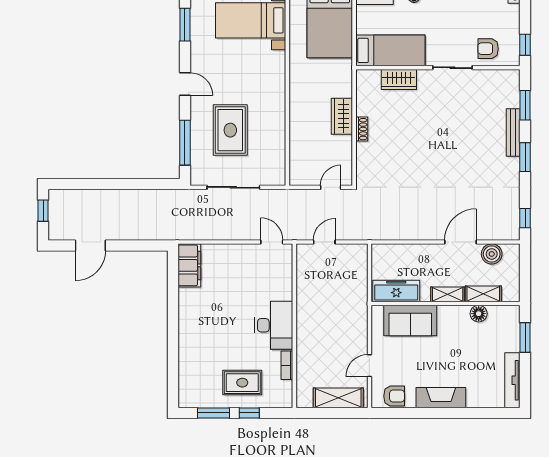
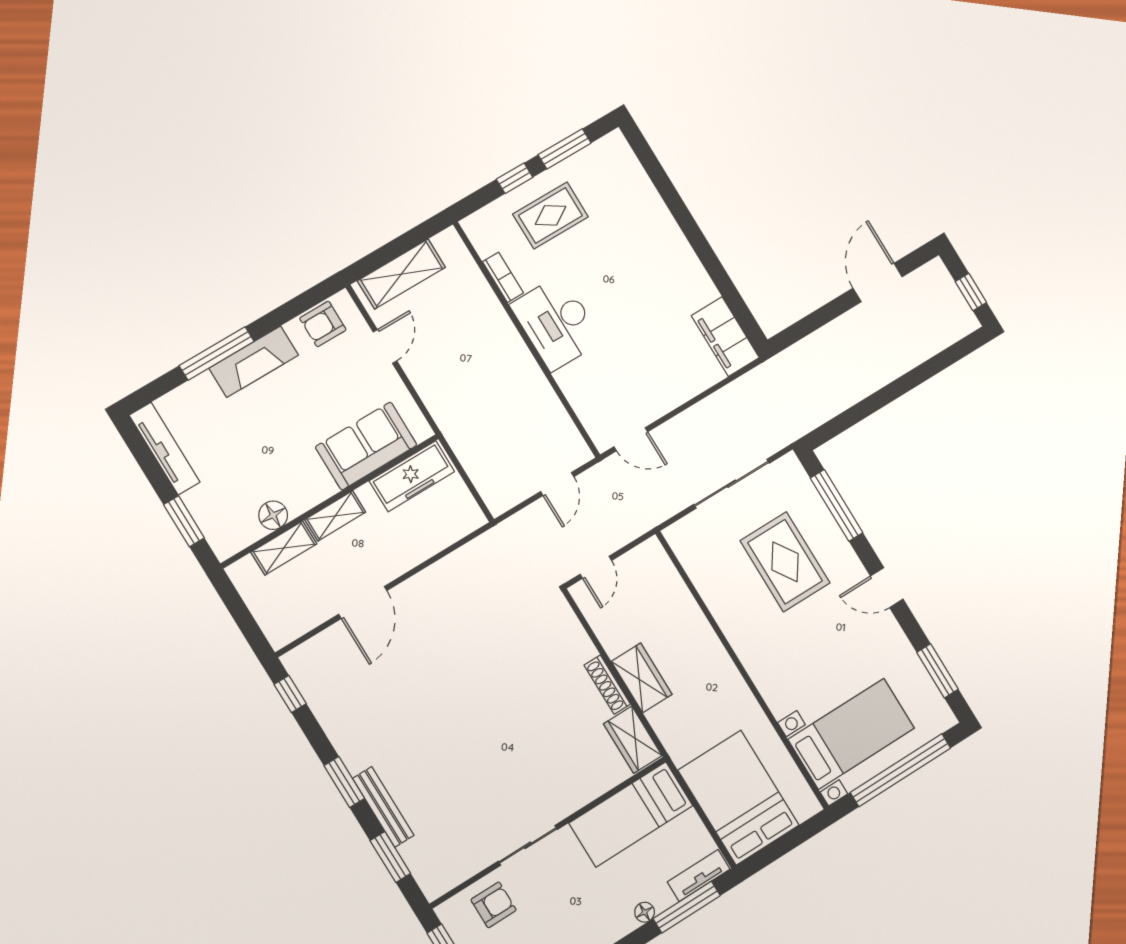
wardrobe: (399, 80) -> (633, 740), moved, turned -90
shoe rack: (362, 129) -> (607, 685), width x1.43
boiler: (492, 254) -> (307, 613), removed
window: (457, 413) -> (217, 353), added

